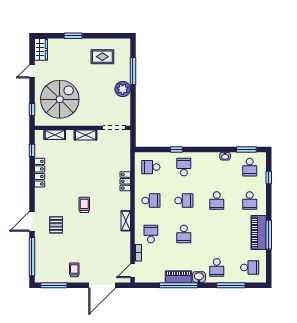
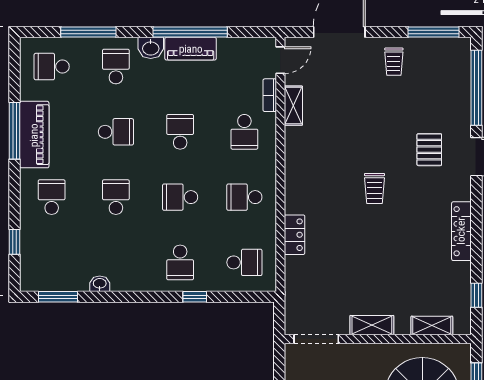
school desk: (250, 167) -> (116, 132), moved, turned 90
locker: (40, 173) -> (461, 231), moved
shelving: (126, 221) -> (293, 106), moved

